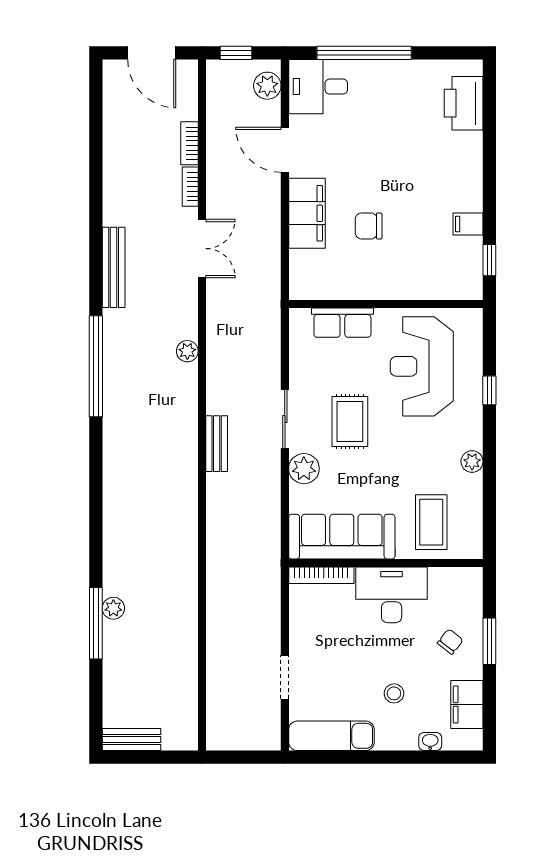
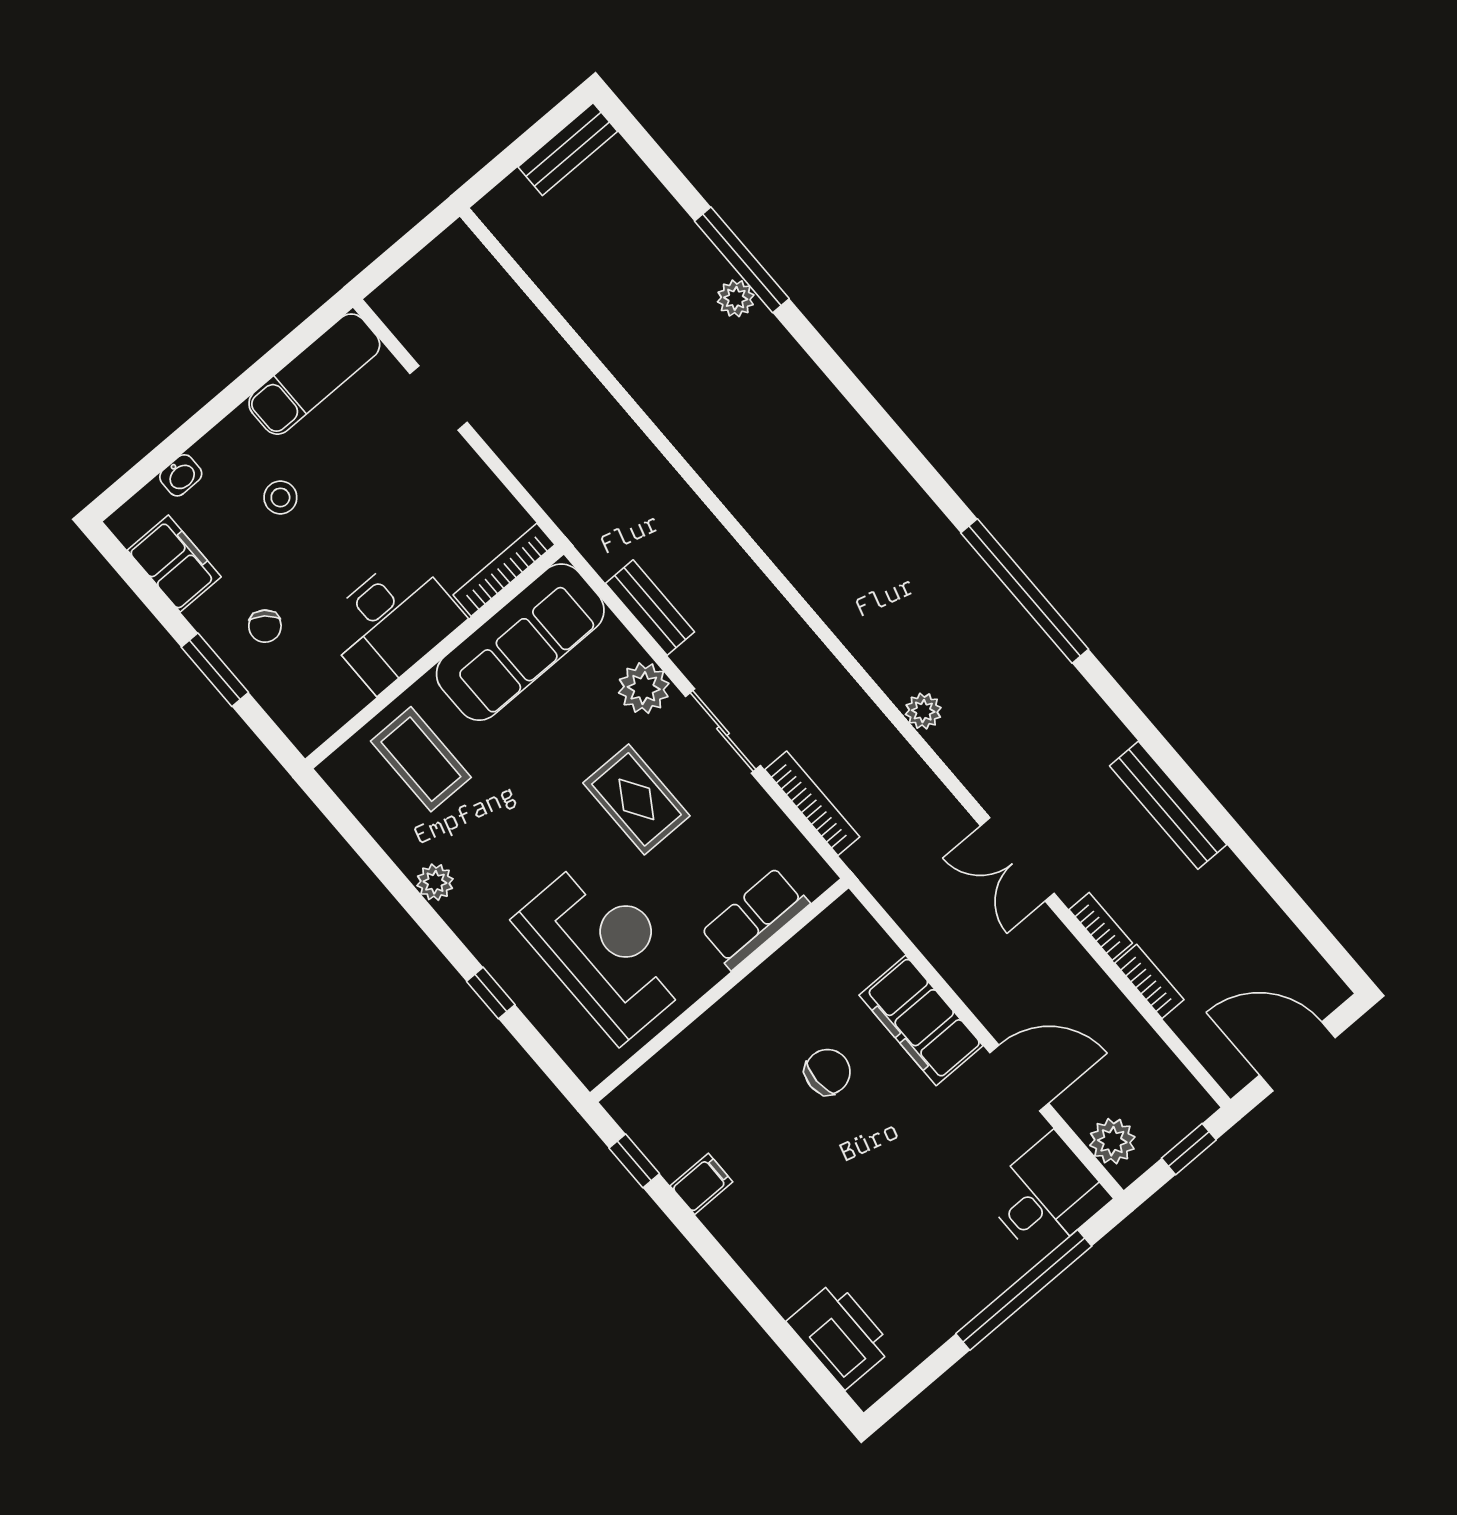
bench: (114, 267) -> (1168, 805), moved
bookcase: (272, 352) -> (812, 803), added
bench: (217, 444) -> (650, 608), moved

